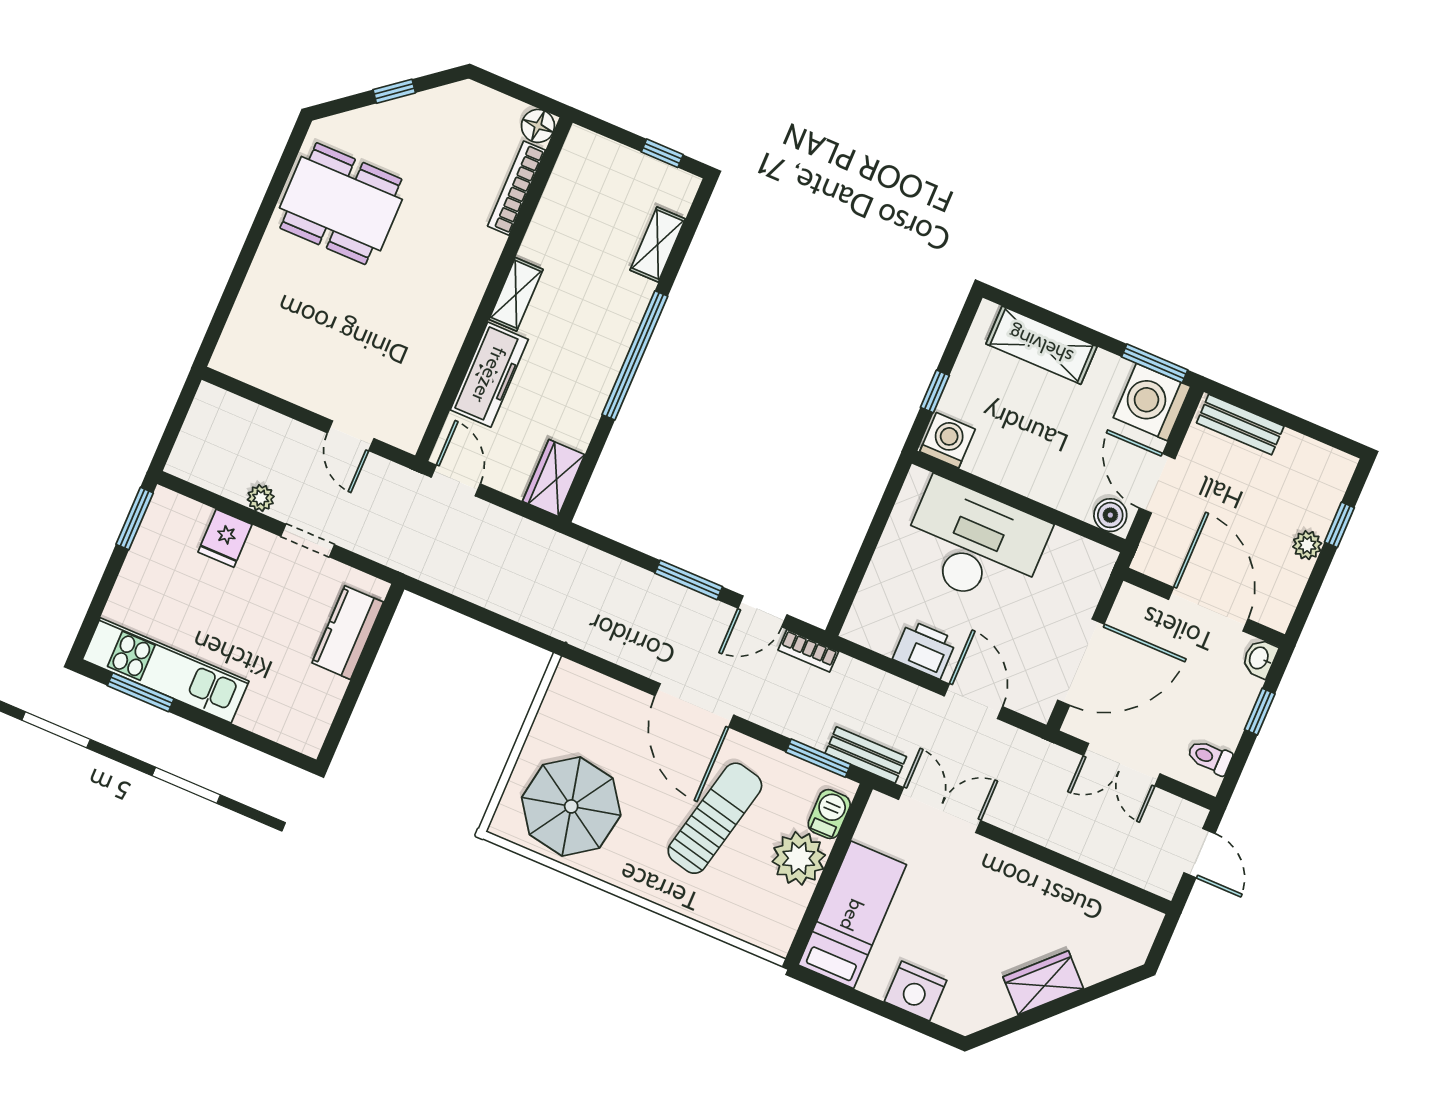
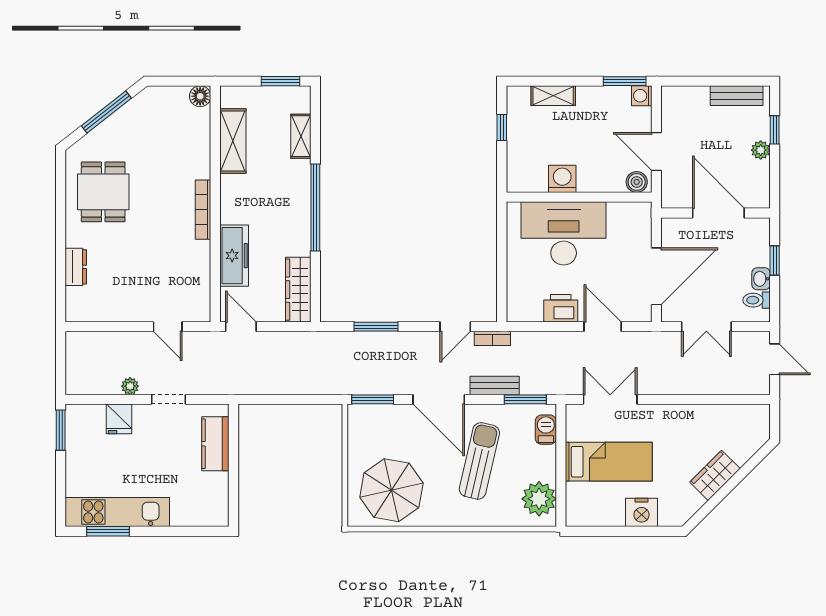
window: (394, 91) -> (106, 112), width x2.17
window: (662, 153) -> (280, 81), width x1.50
bookcase: (516, 188) -> (203, 210), moved
dining table: (341, 204) -> (103, 192), width x0.73
dresser: (256, 294) -> (76, 267), added
shelving: (516, 294) -> (233, 141), moved, width x1.50, depth x1.33
shelving: (1041, 345) -> (553, 96), width x0.67, depth x0.75
window: (935, 391) -> (502, 127), moved
washing machine: (1152, 402) -> (642, 96), width x0.53, depth x0.53
bench: (1240, 425) -> (737, 96), moved
washing machine: (947, 440) -> (562, 179), moved
wardrobe: (554, 478) -> (298, 290), width x1.50
window: (689, 580) -> (376, 327), moved
washbasin: (1260, 658) -> (761, 279), moved
window: (600, 665) -> (373, 399), added
bench: (866, 755) -> (495, 386), moved
plant: (799, 858) -> (539, 499), moved
bed: (852, 915) -> (609, 462), moved, turned 90

